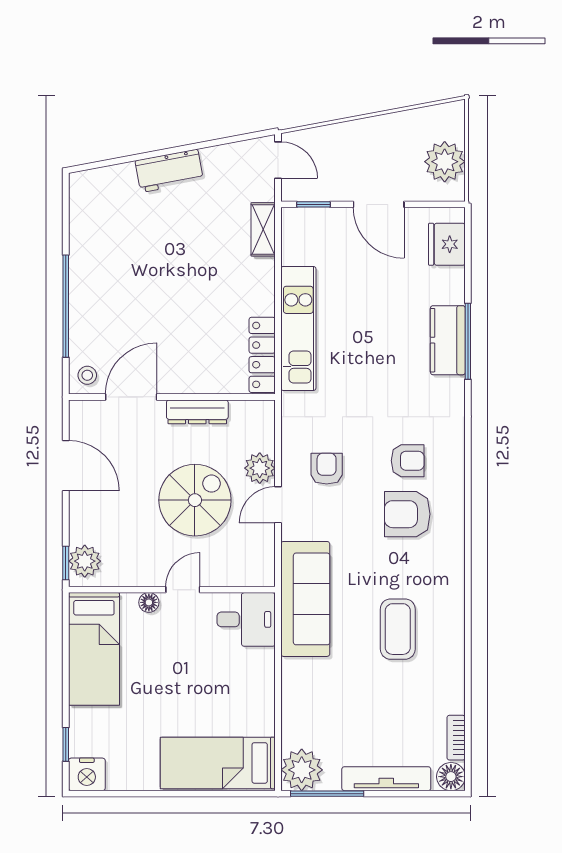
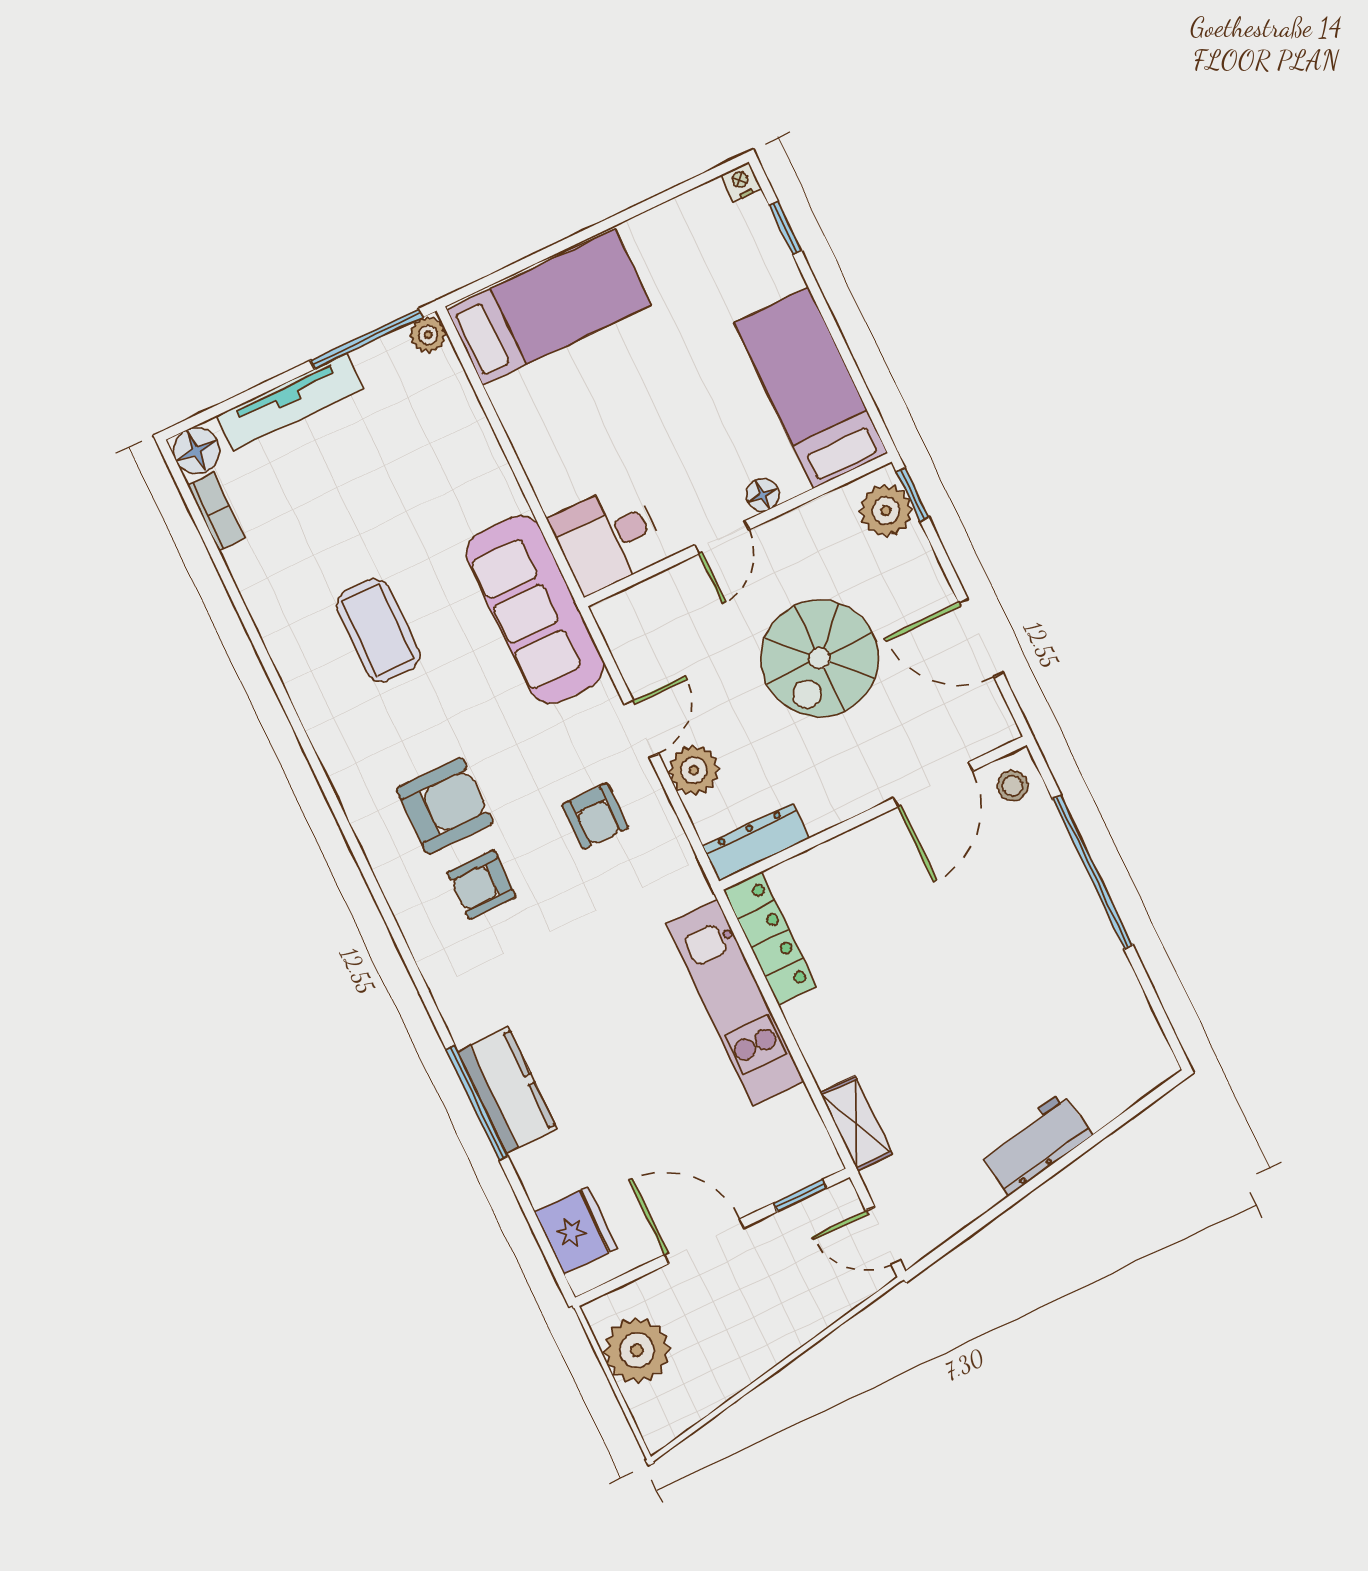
dresser: (197, 412) -> (756, 842), moved
spiral stairs: (195, 500) -> (820, 658), moved
plant: (302, 770) -> (428, 335), width x0.53, depth x0.53
nightstand: (87, 774) -> (741, 182), width x0.53, depth x0.56

